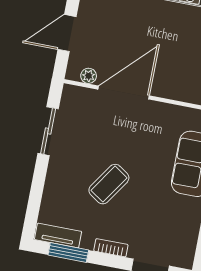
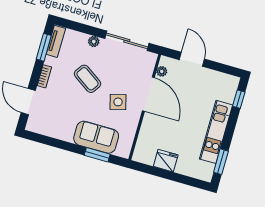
sliding door: (48, 131) -> (127, 41), width x1.37
side table: (139, 136) -> (118, 102), added
plant: (53, 180) -> (94, 42), added

